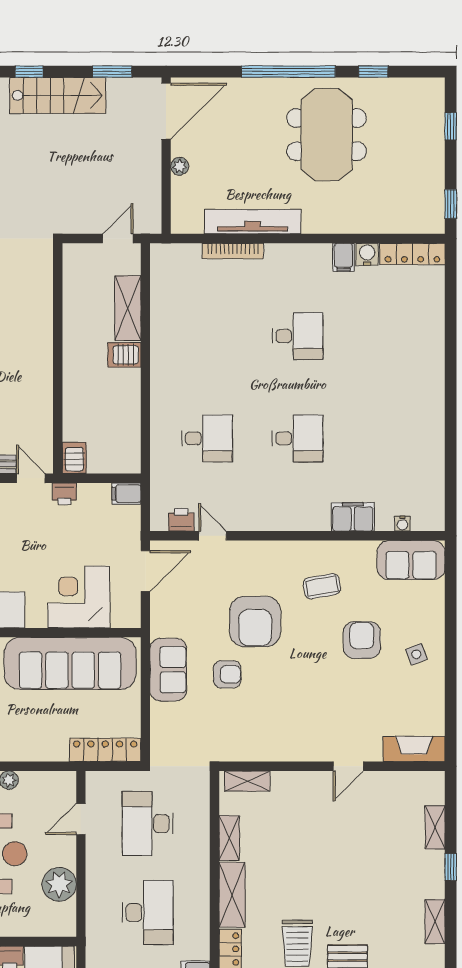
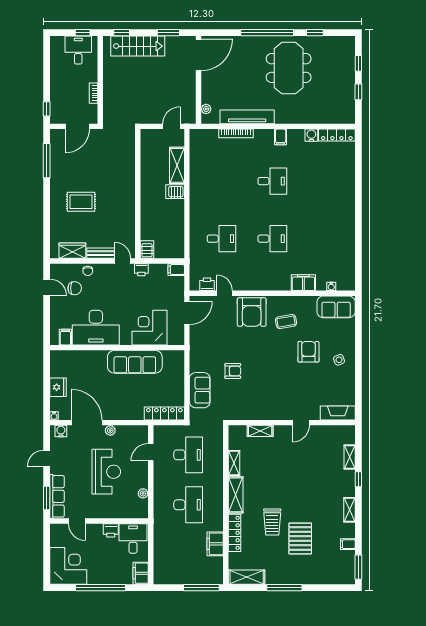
plant: (180, 166) -> (206, 109), moved
window: (451, 204) -> (358, 92), moved
filing cabinet: (344, 257) -> (281, 137), moved
armchair: (255, 621) -> (252, 312), moved
sofa: (70, 663) -> (135, 362), width x0.74, depth x0.79
sofa: (168, 670) -> (200, 390), moved
shelving: (247, 781) -> (260, 431), moved
desk: (148, 824) -> (188, 455), turned 180
plant: (59, 884) -> (143, 493), width x0.53, depth x0.53

